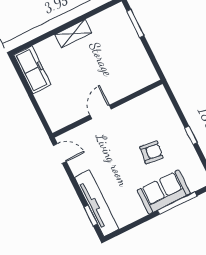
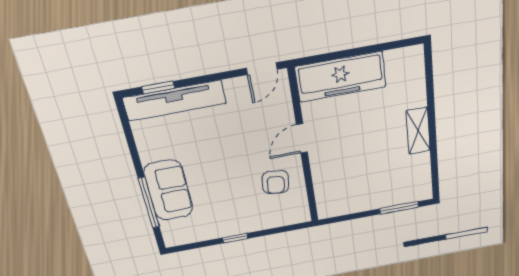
freezer: (32, 70) -> (341, 77), moved, width x1.36, depth x1.26
door: (101, 112) -> (302, 138), swing flipped
armchair: (151, 152) -> (276, 182), moved

